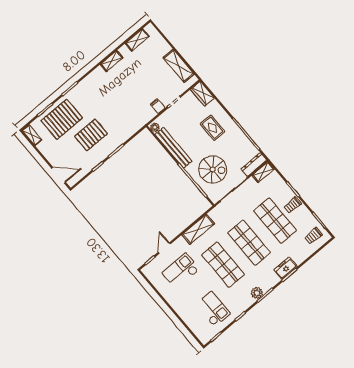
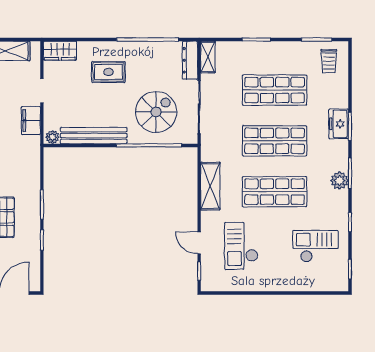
filing cabinet: (158, 106) -> (31, 121), width x2.00
trolley: (293, 205) -> (274, 55), removed

